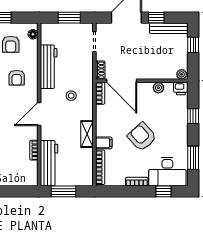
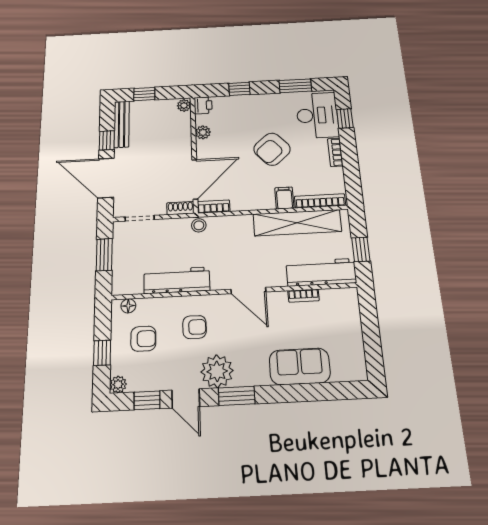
stool: (71, 96) -> (199, 225), moved
shelving: (87, 134) -> (297, 223), width x2.20, depth x1.33
window: (63, 191) -> (361, 249), width x0.67

